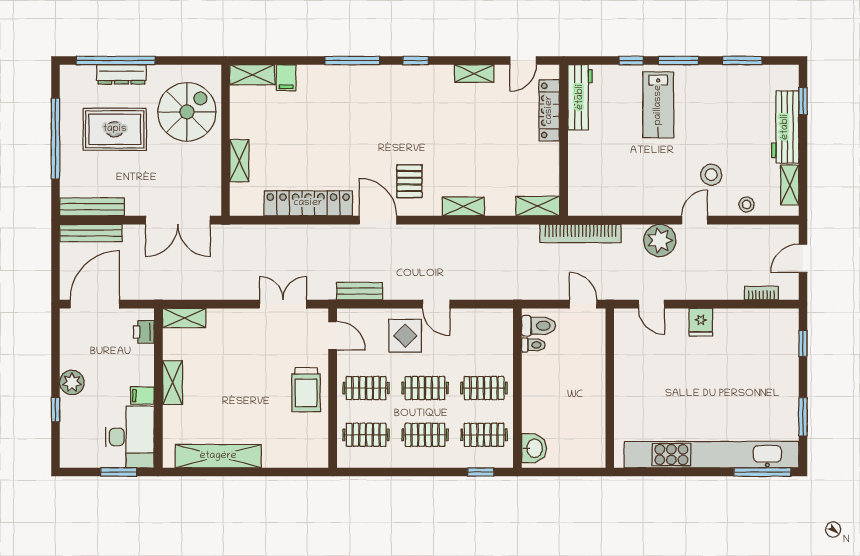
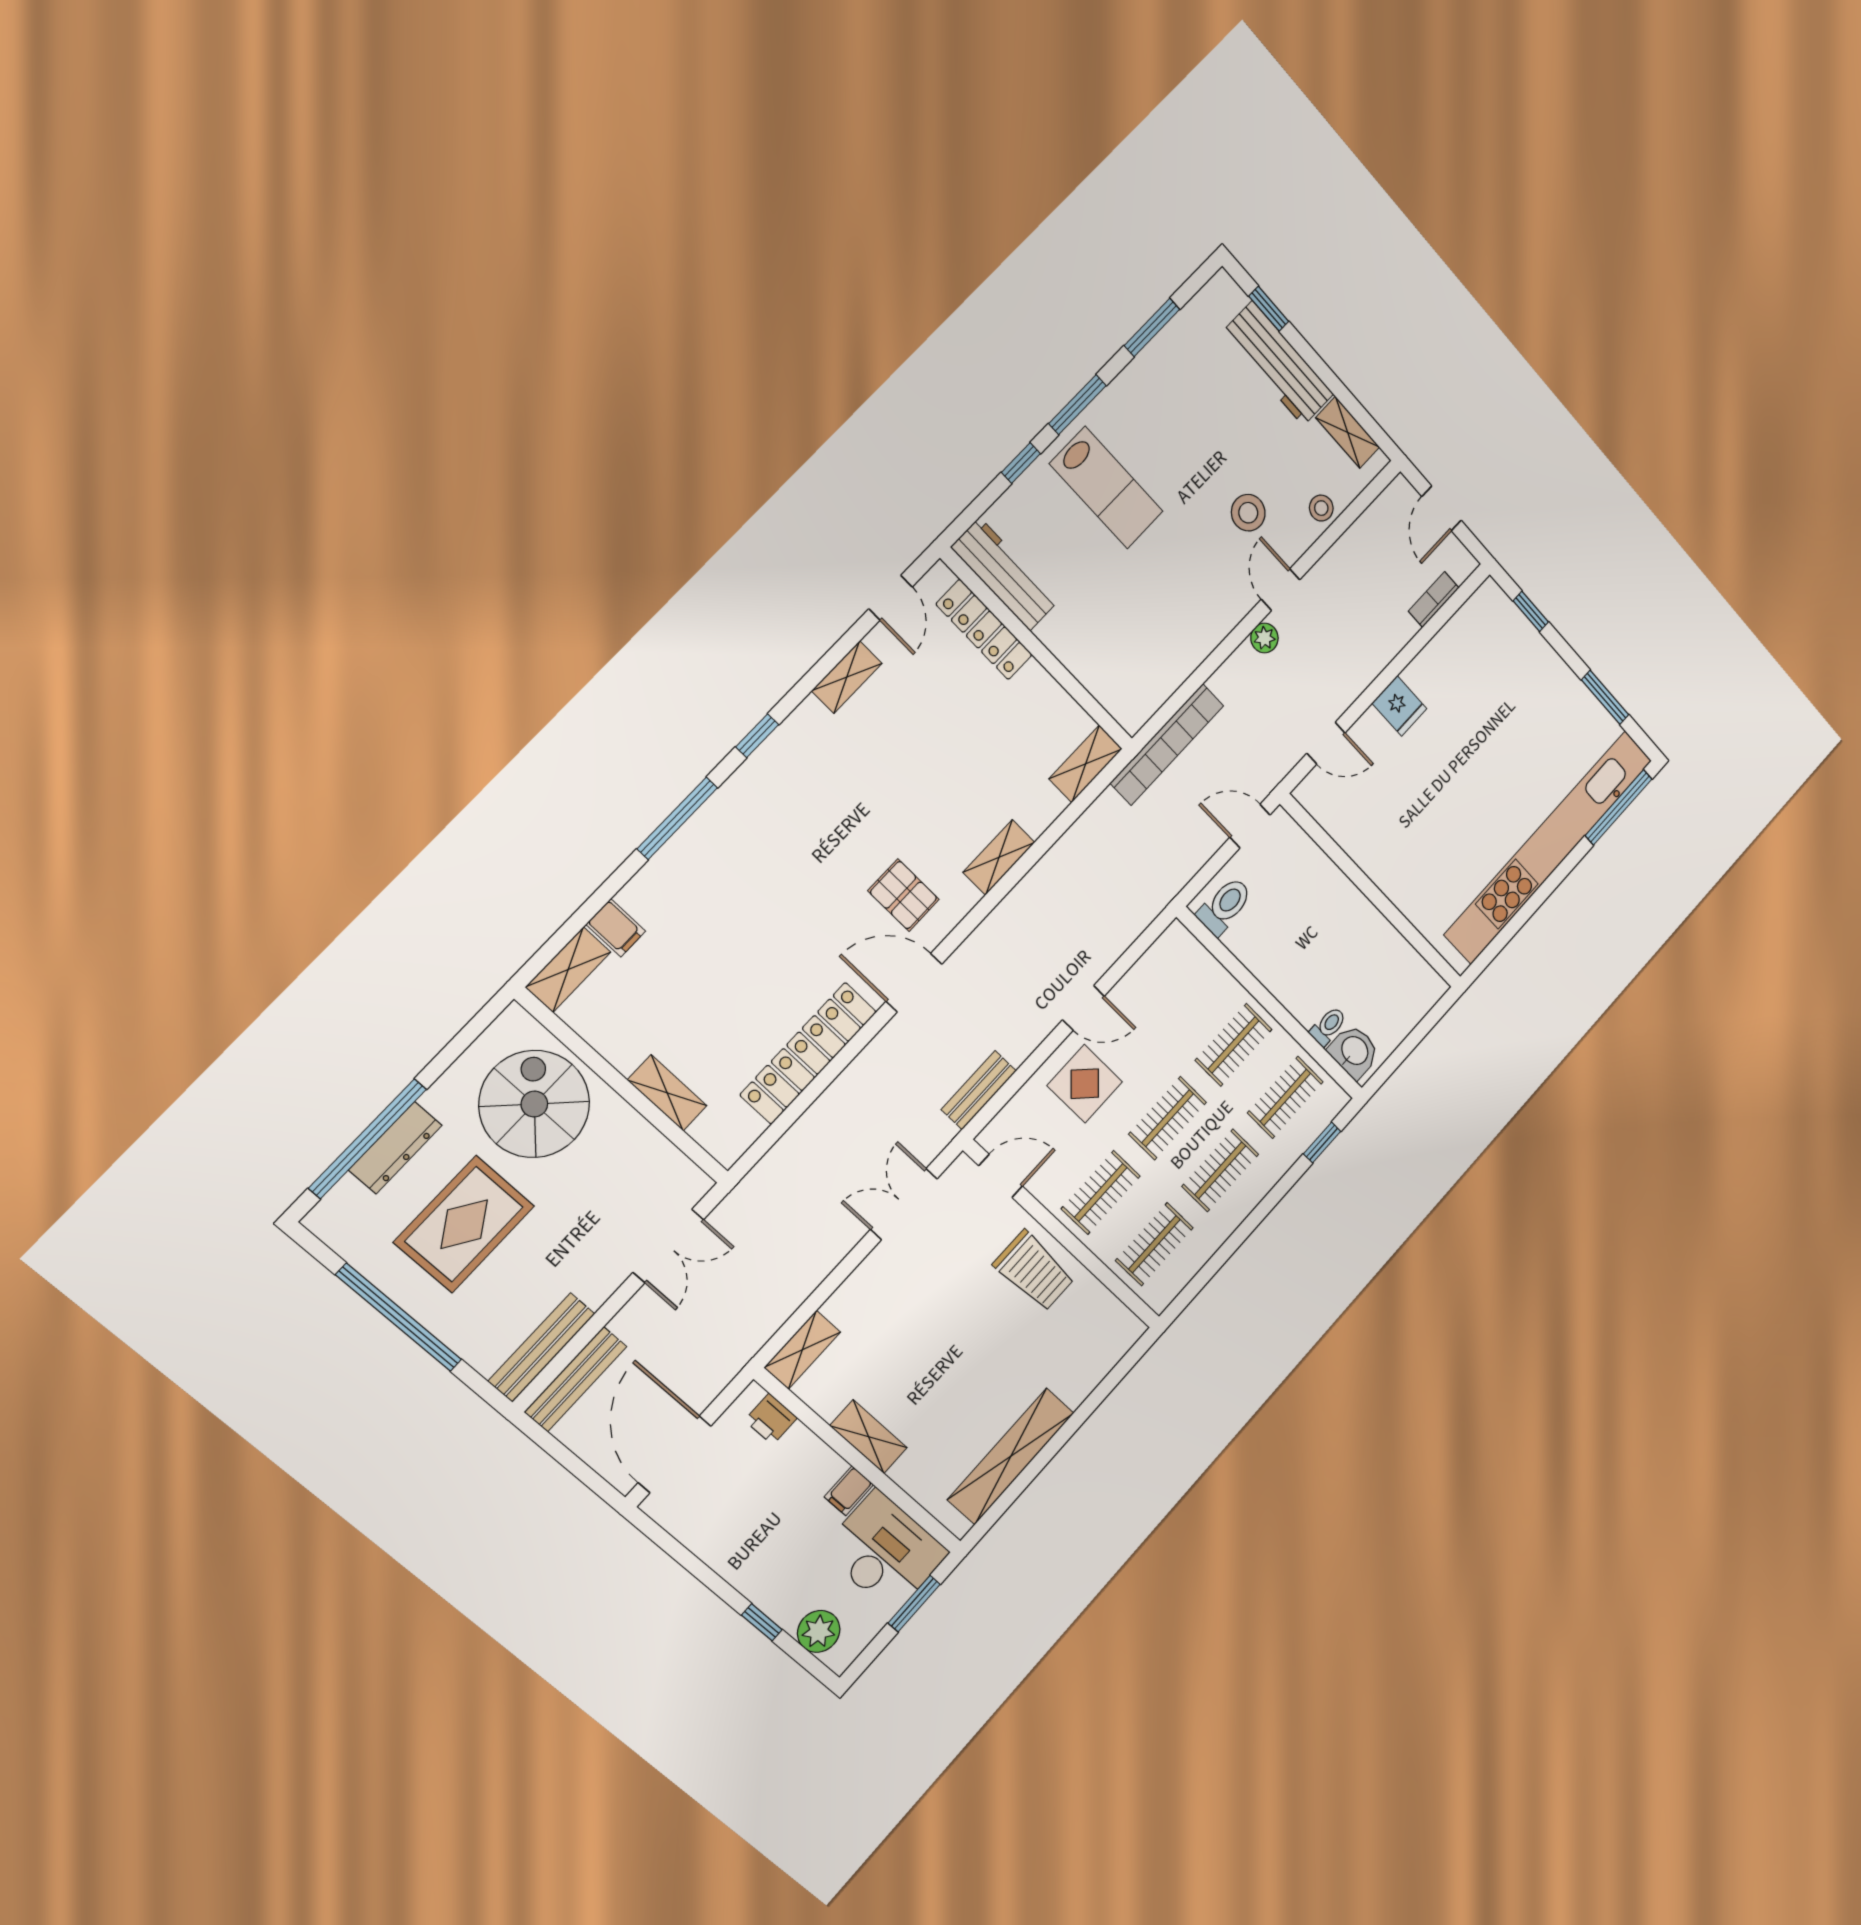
double door: (178, 220) -> (668, 1246), width x0.73
plant: (660, 240) -> (1264, 638), width x0.53, depth x0.53
toilet: (533, 345) -> (1328, 1026), moved
plant: (72, 383) -> (819, 1631), moved

